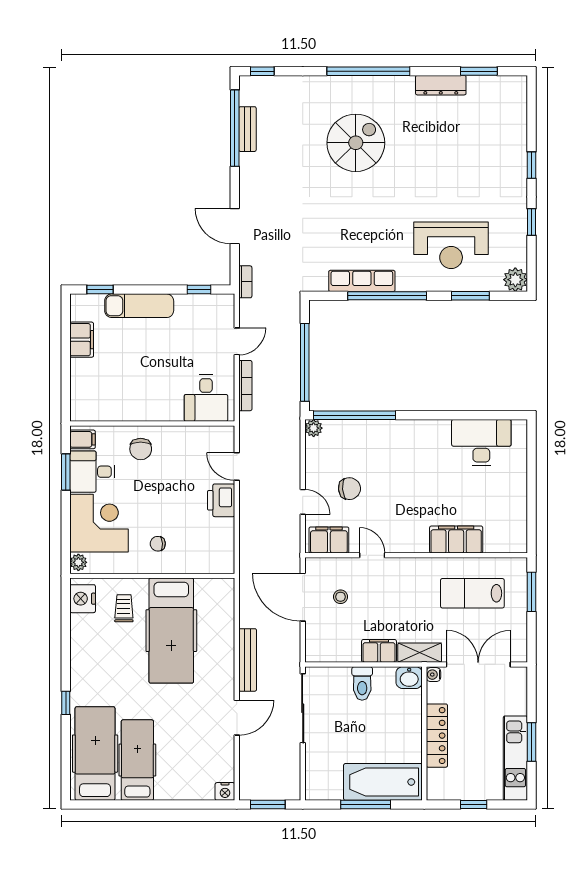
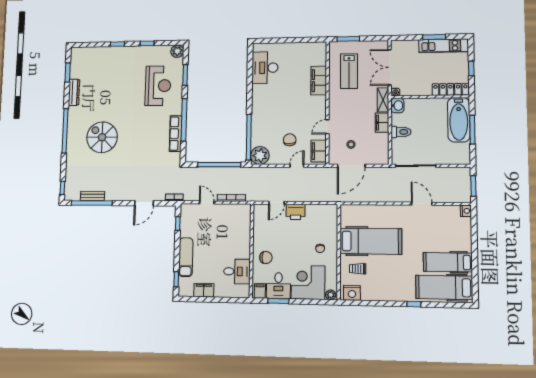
desk: (206, 398) -> (237, 271), moved
plant: (314, 428) -> (260, 156), width x1.87, depth x1.87
bench: (248, 660) -> (388, 197), removed
locker: (437, 736) -> (450, 89), moved

